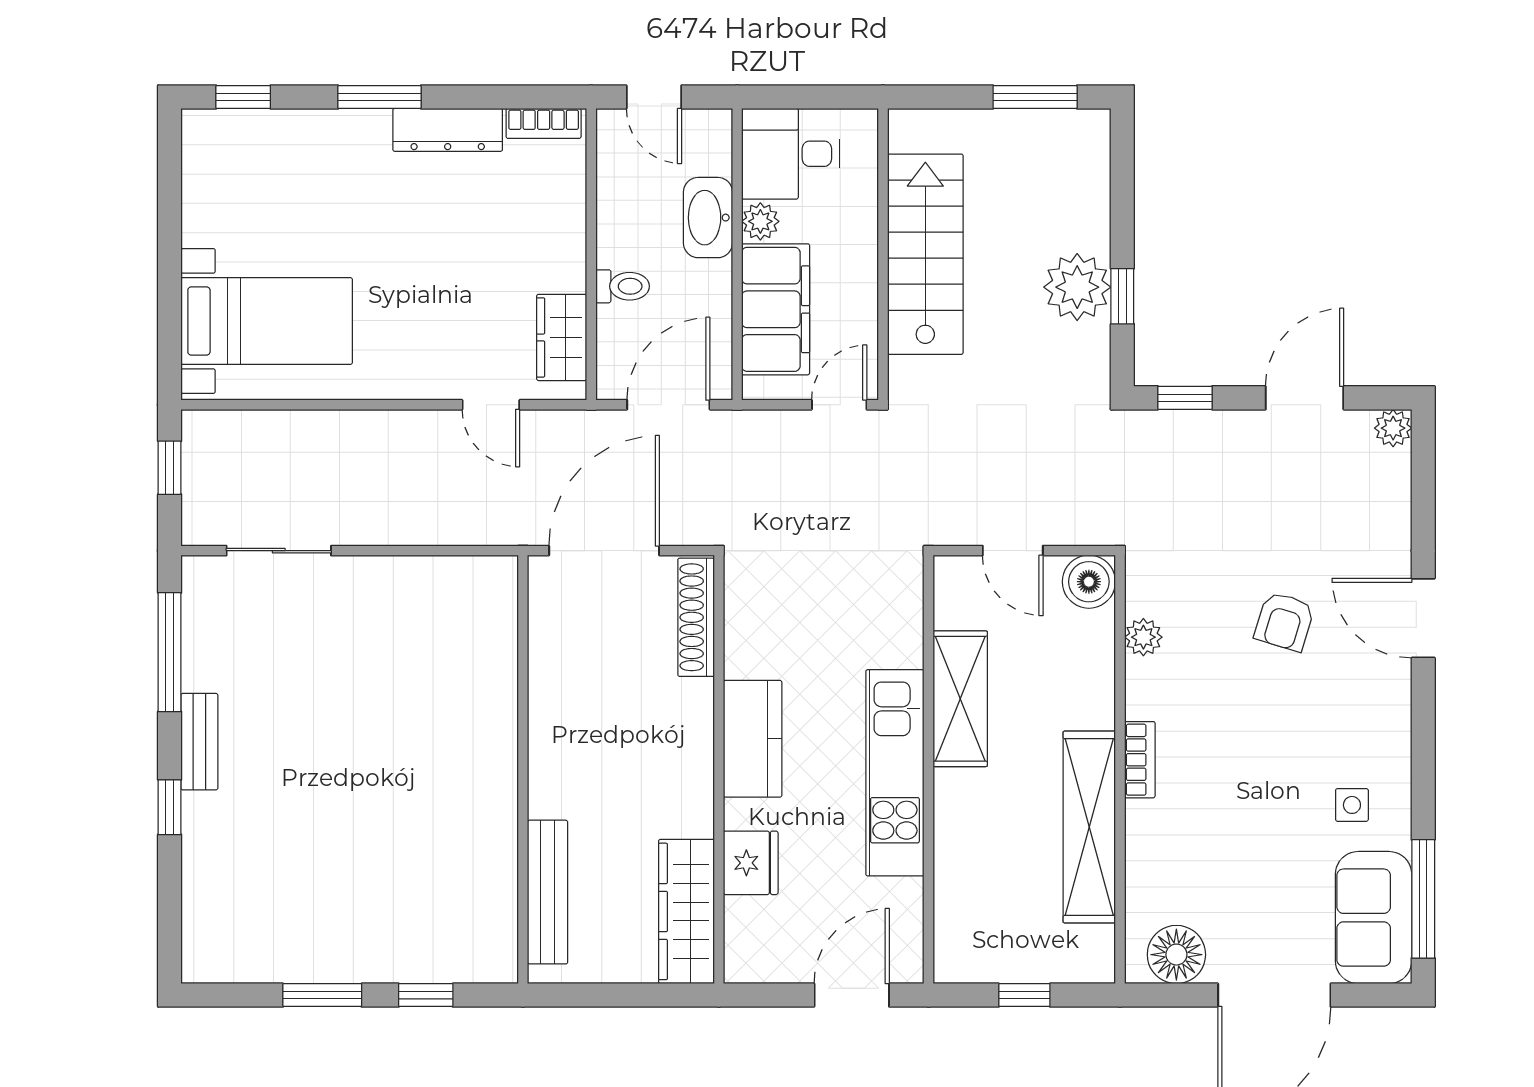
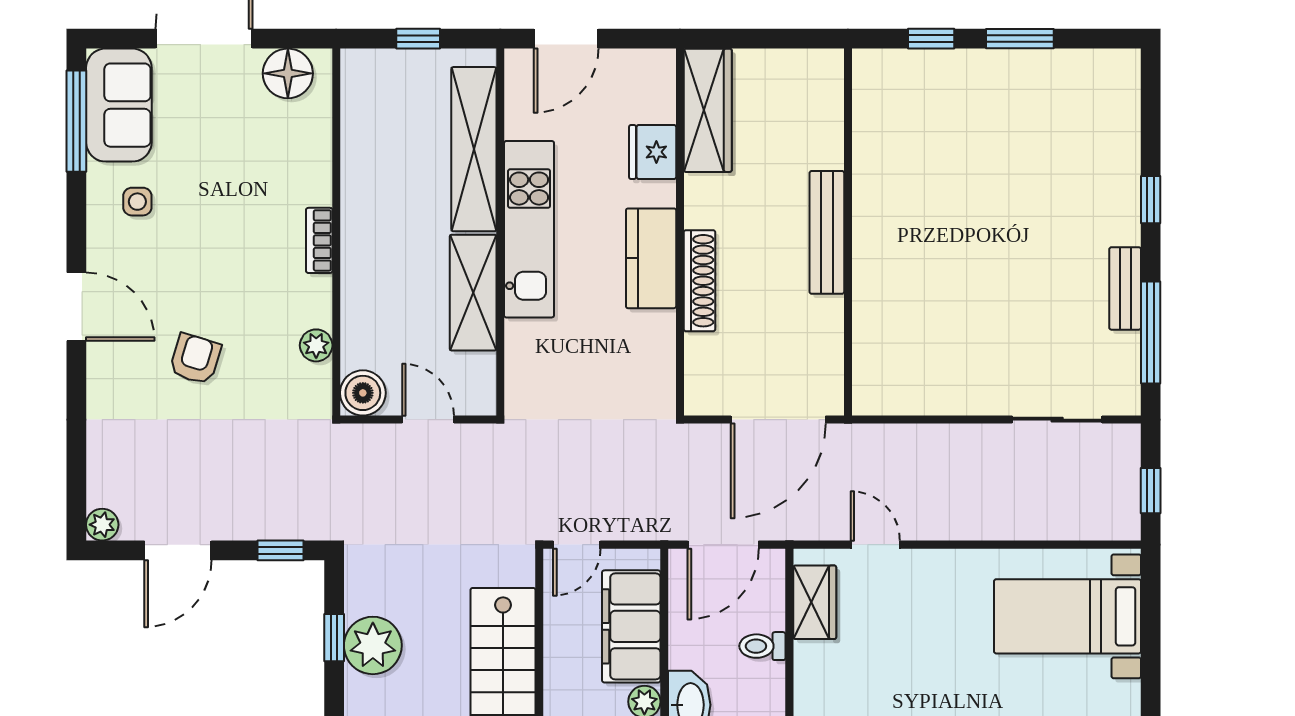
shoe rack: (696, 617) -> (700, 281), moved
door: (1423, 618) -> (76, 307), moved
bench: (199, 742) -> (1125, 288), moved
shelving: (1089, 827) -> (474, 149), moved
bench: (547, 892) -> (827, 232), moved

